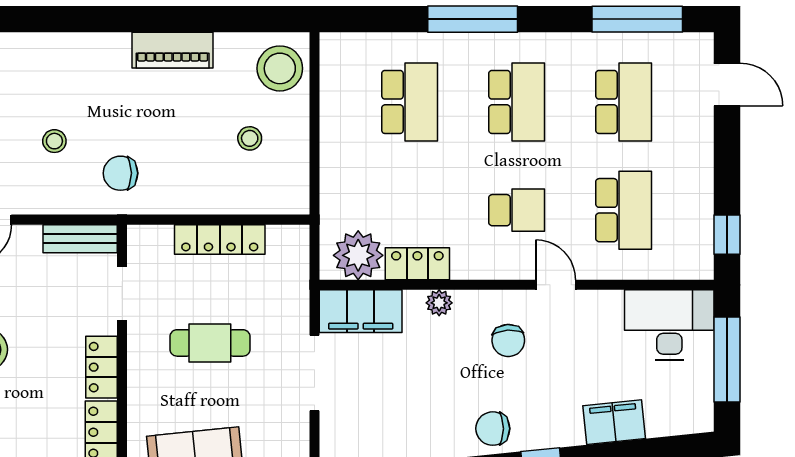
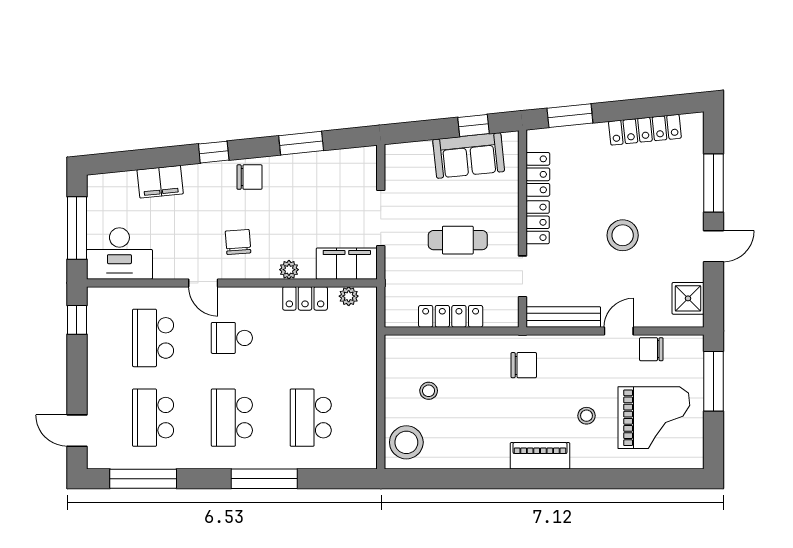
piano: (173, 50) -> (540, 456), moved
stool: (54, 141) -> (587, 416), moved
bench: (80, 239) -> (563, 317), width x1.36
plant: (358, 255) -> (349, 296), width x0.53, depth x0.53

